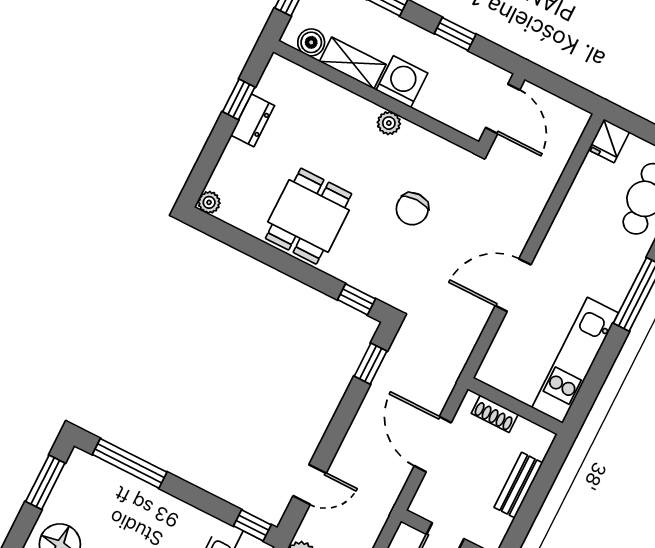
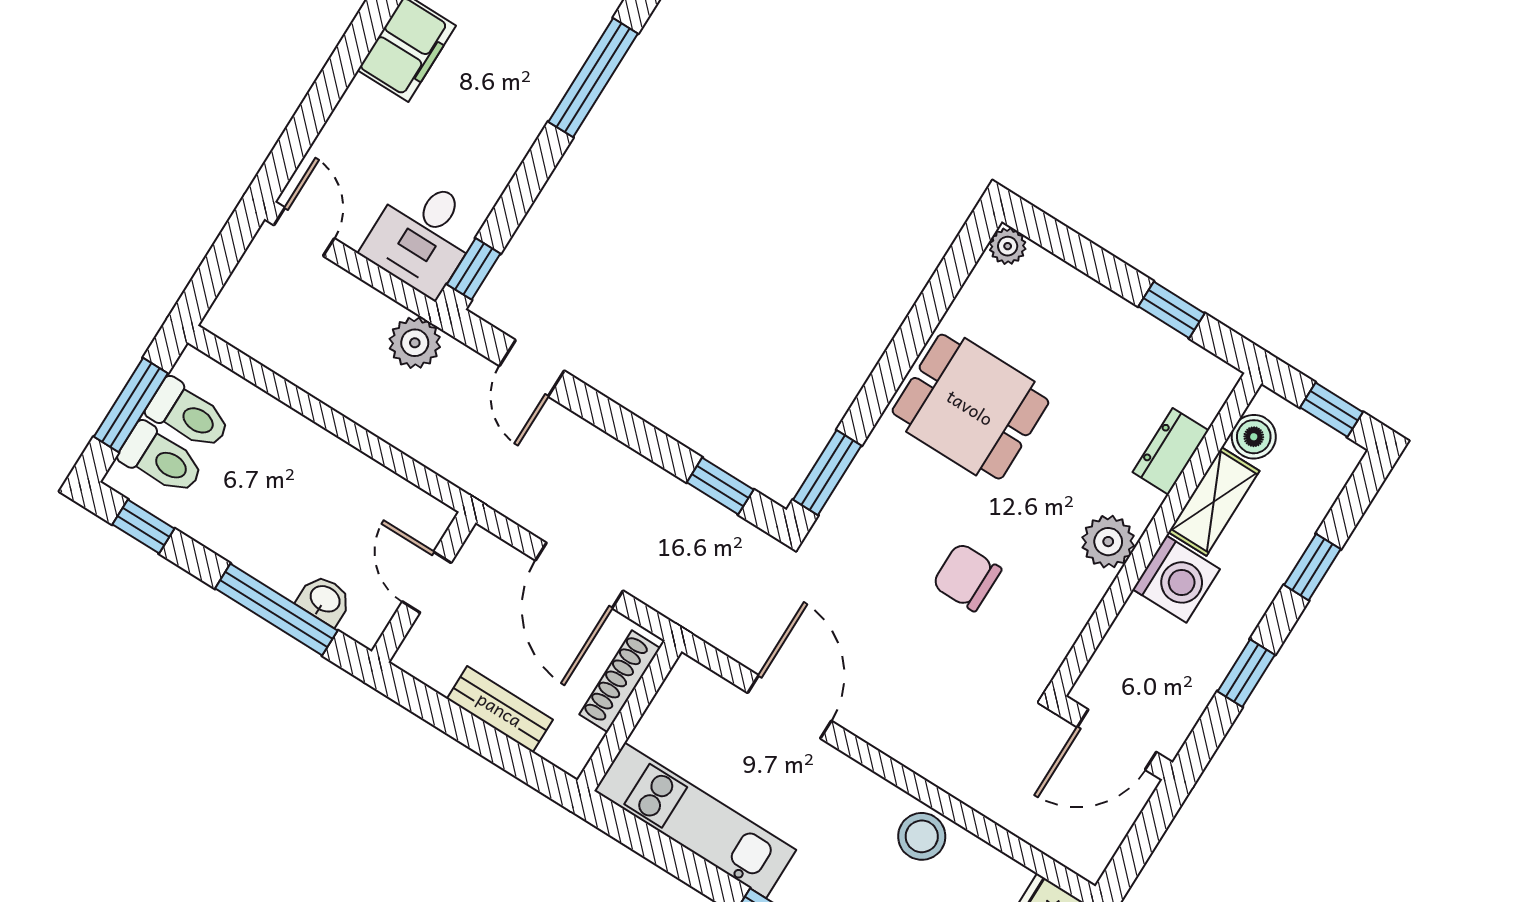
dresser: (253, 120) -> (1171, 451), moved, turned 90
plant: (389, 123) -> (1108, 542), width x1.38, depth x1.38
stool: (572, 222) -> (922, 836), added
door: (513, 285) -> (789, 707), moved
window: (357, 299) -> (827, 473), width x1.50
shoe rack: (495, 414) -> (620, 681), width x1.43
door: (433, 444) -> (579, 575), swing flipped

